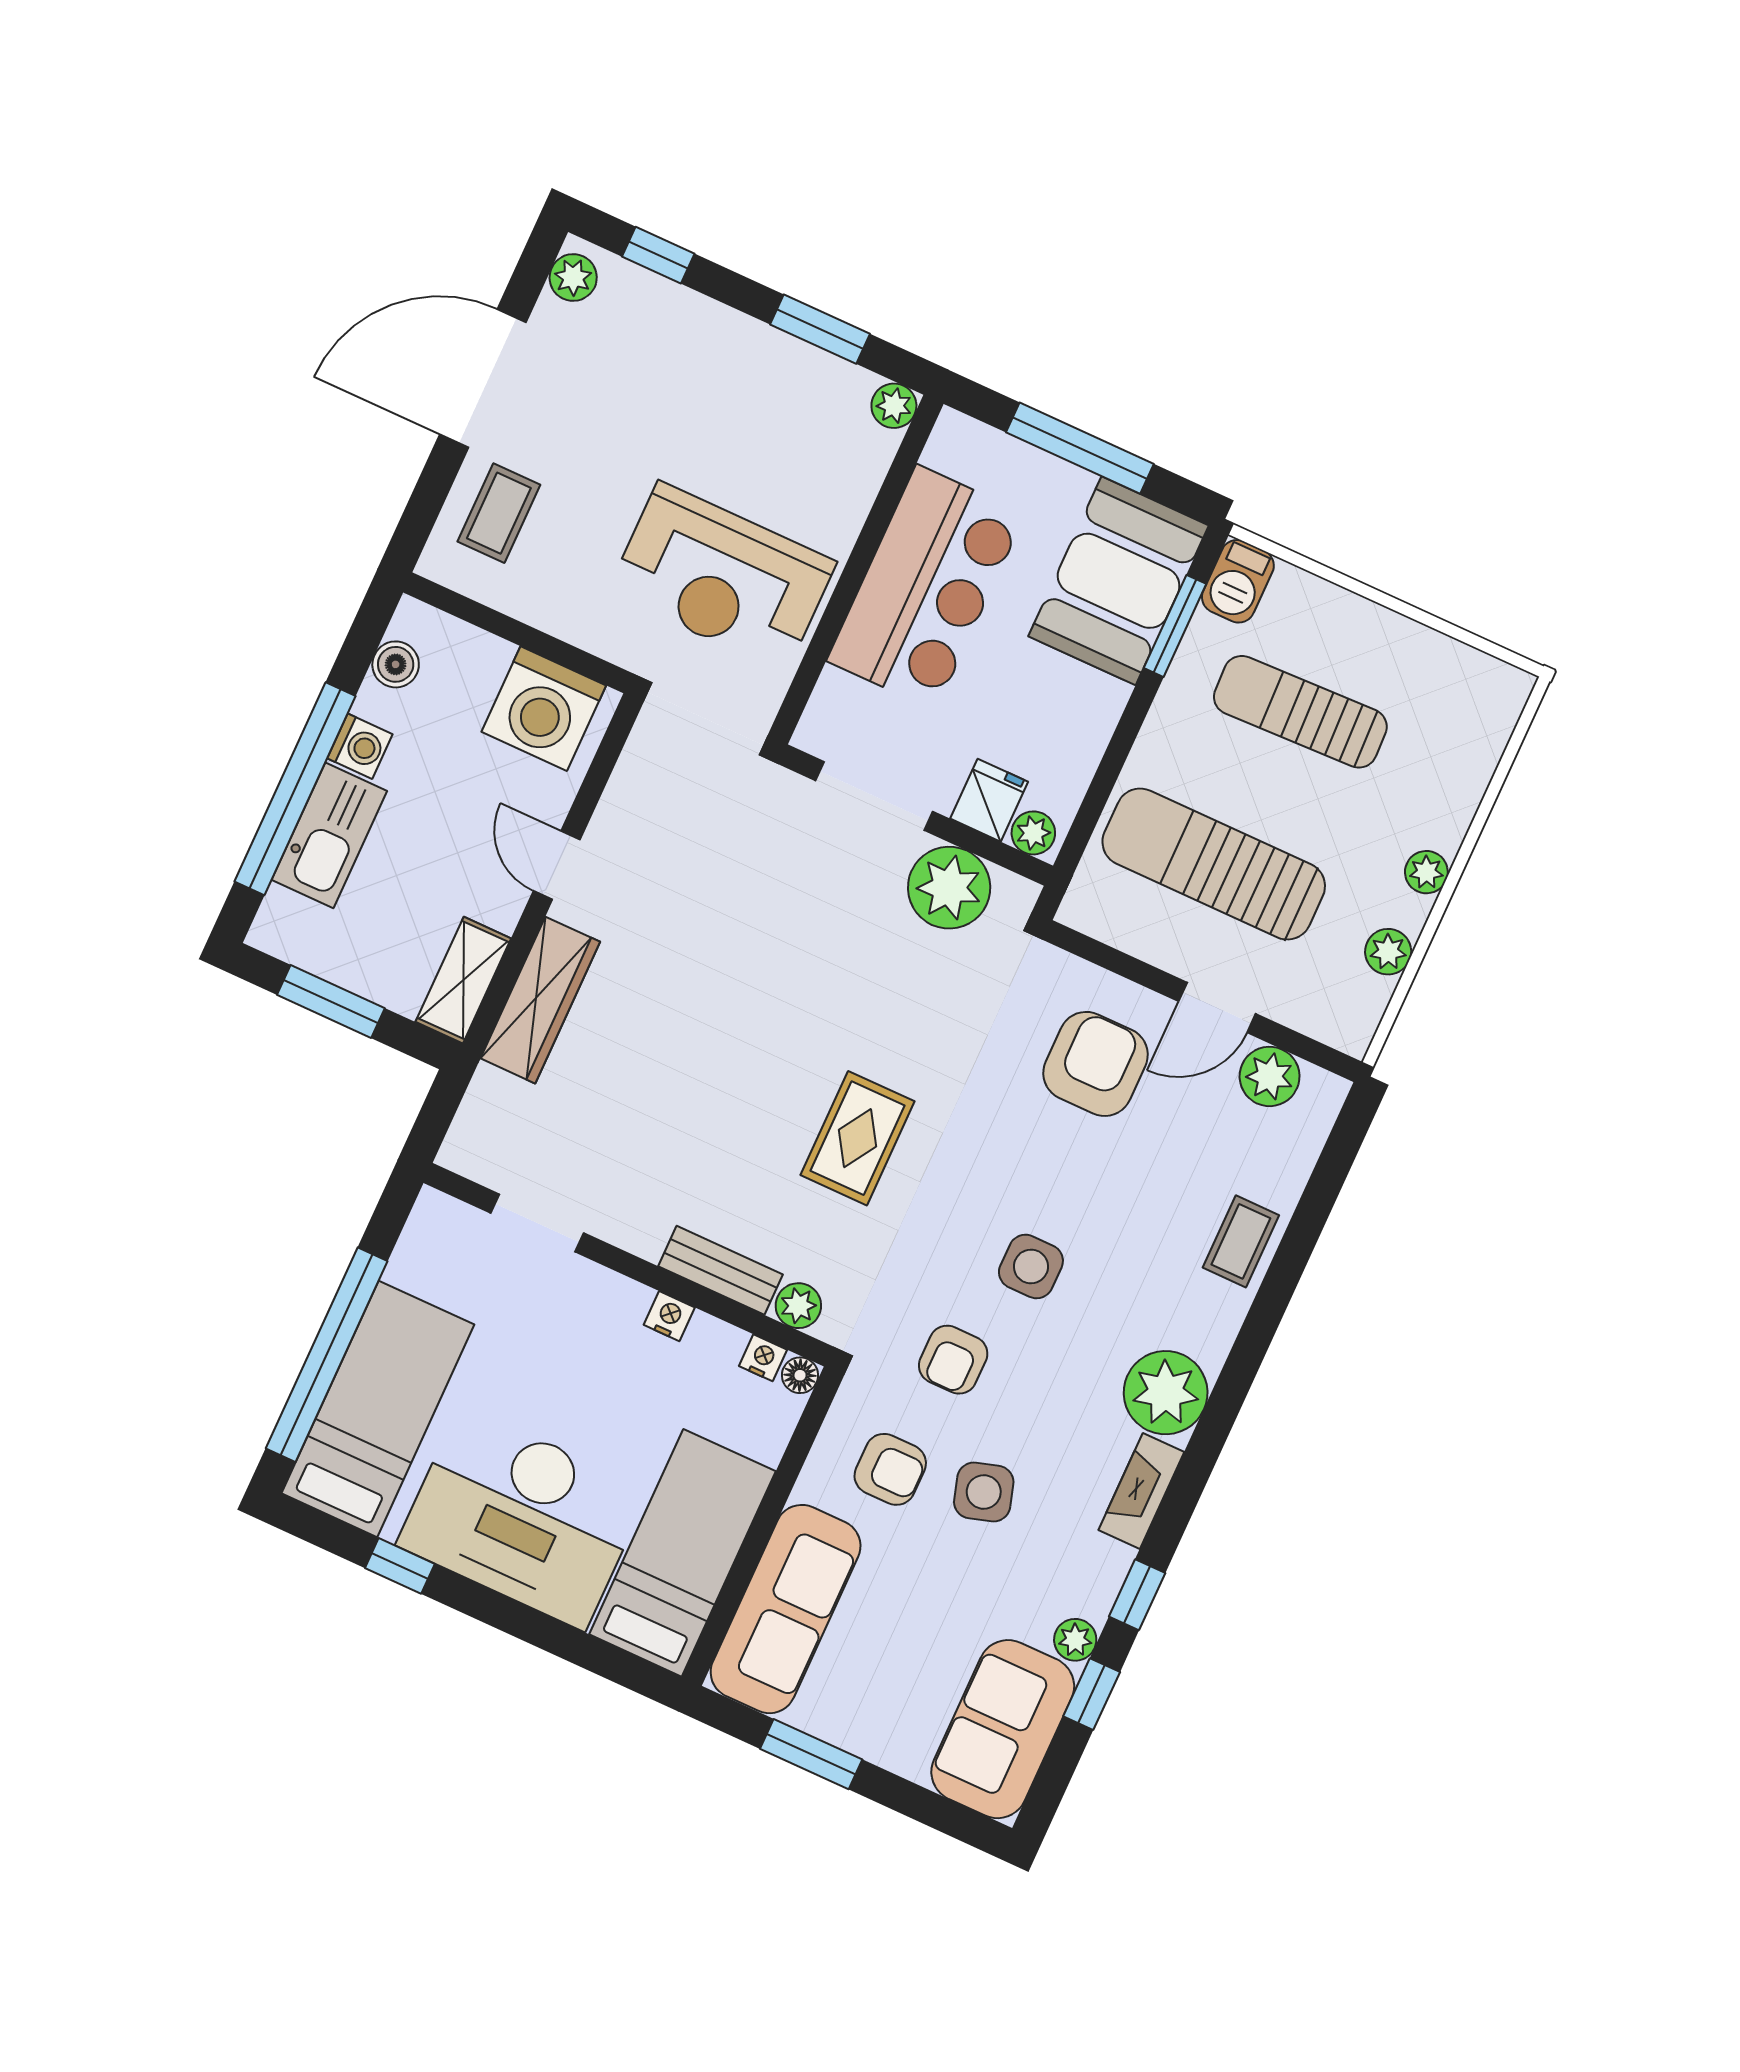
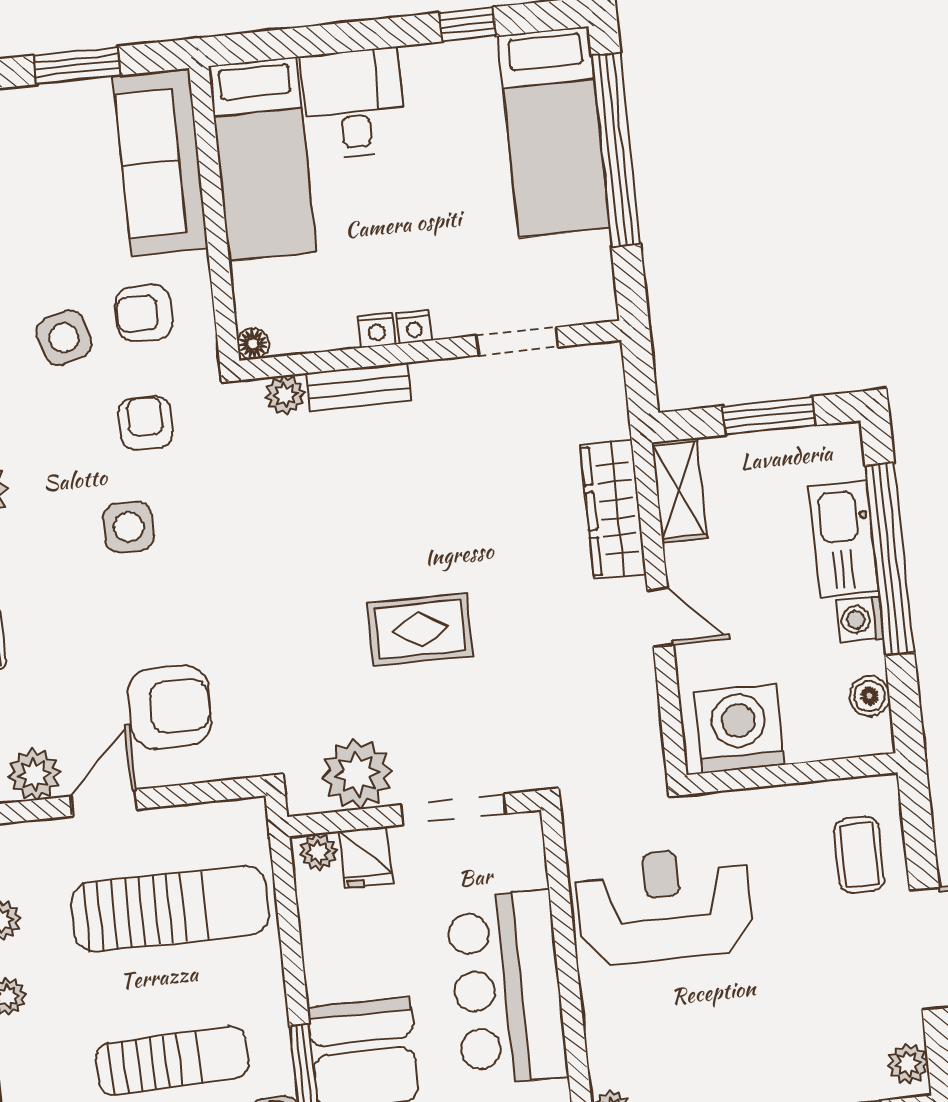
armchair: (1095, 1064) -> (170, 707), turned -90
rug: (858, 1138) -> (420, 629), moved, turned 90
nightstand: (763, 1358) -> (414, 327), moved
desk: (523, 1518) -> (354, 103), width x0.53, depth x0.77

